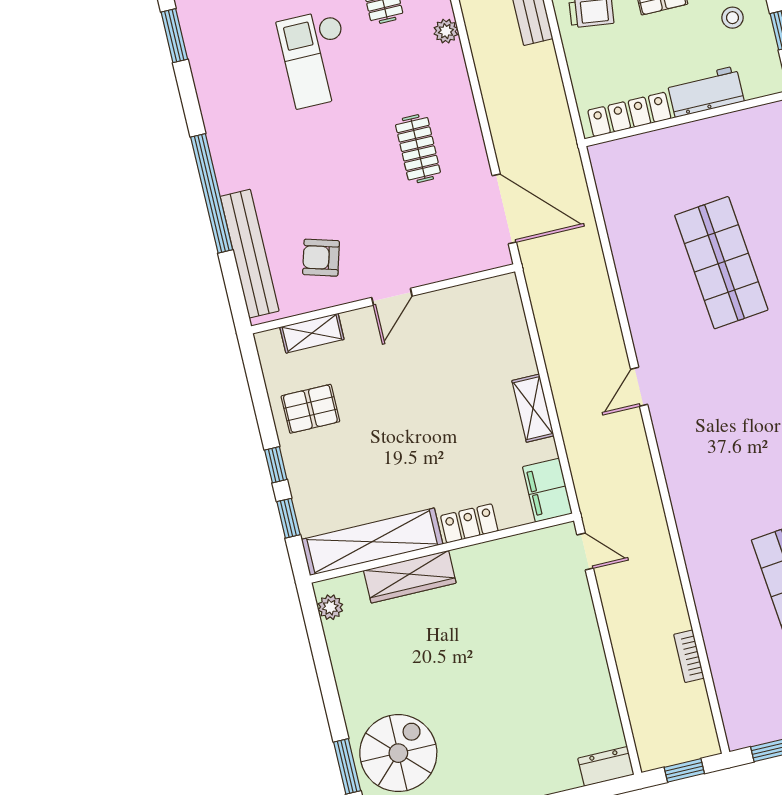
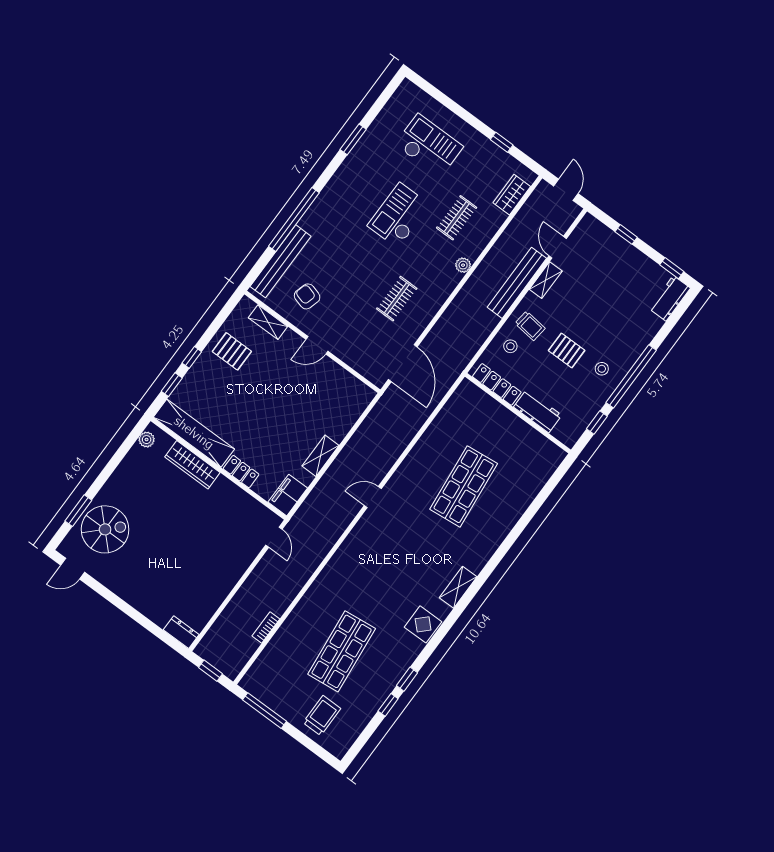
stool: (732, 18) -> (510, 346), moved

